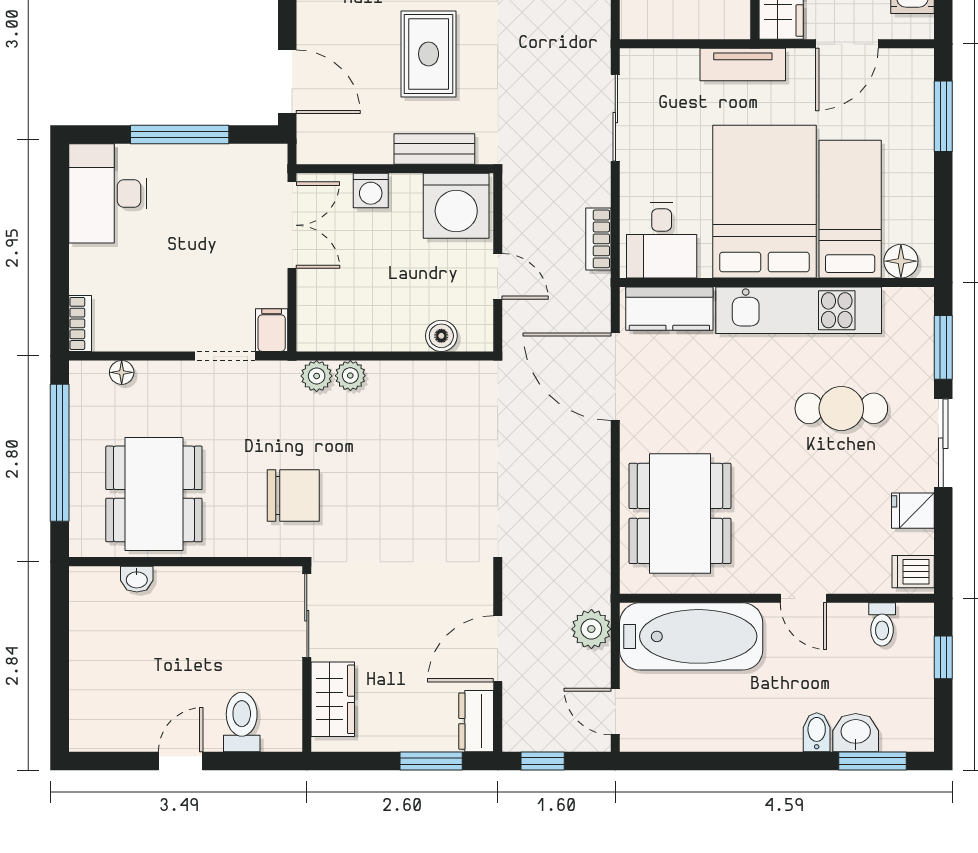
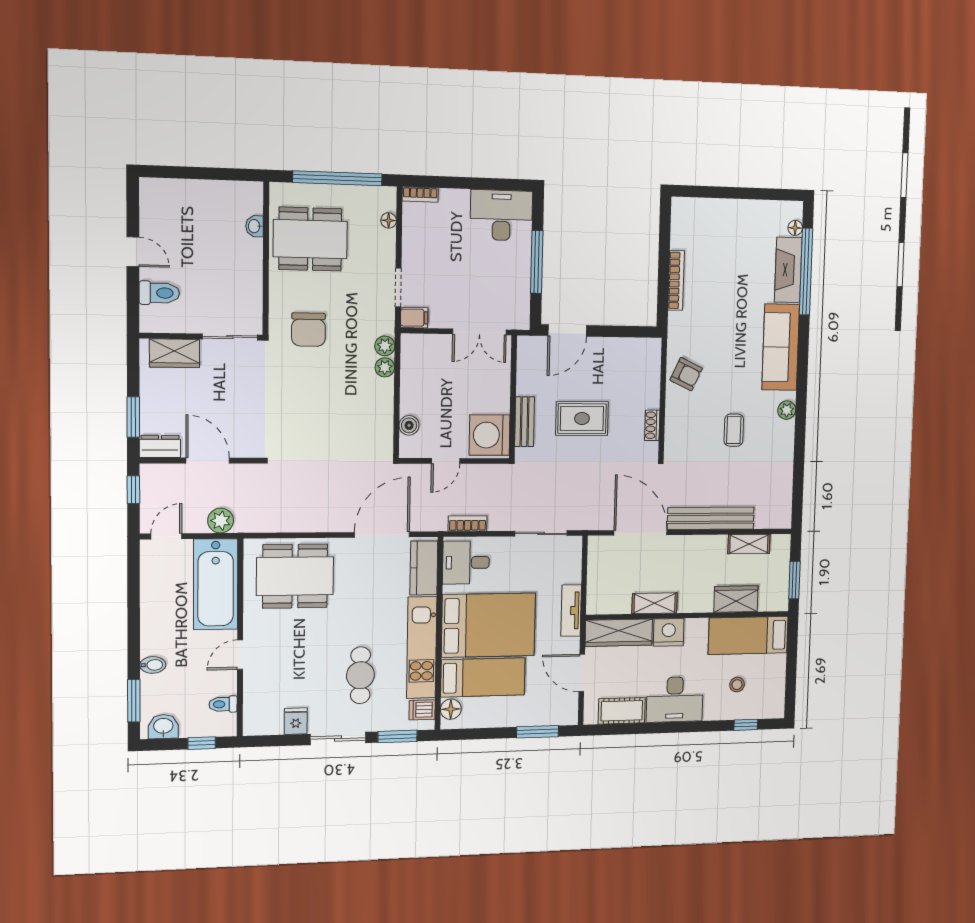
washing machine: (371, 190) -> (500, 382), removed
dishwasher: (913, 572) -> (422, 710), moved, turned -90
washbasin: (856, 733) -> (163, 727), moved, turned -90

